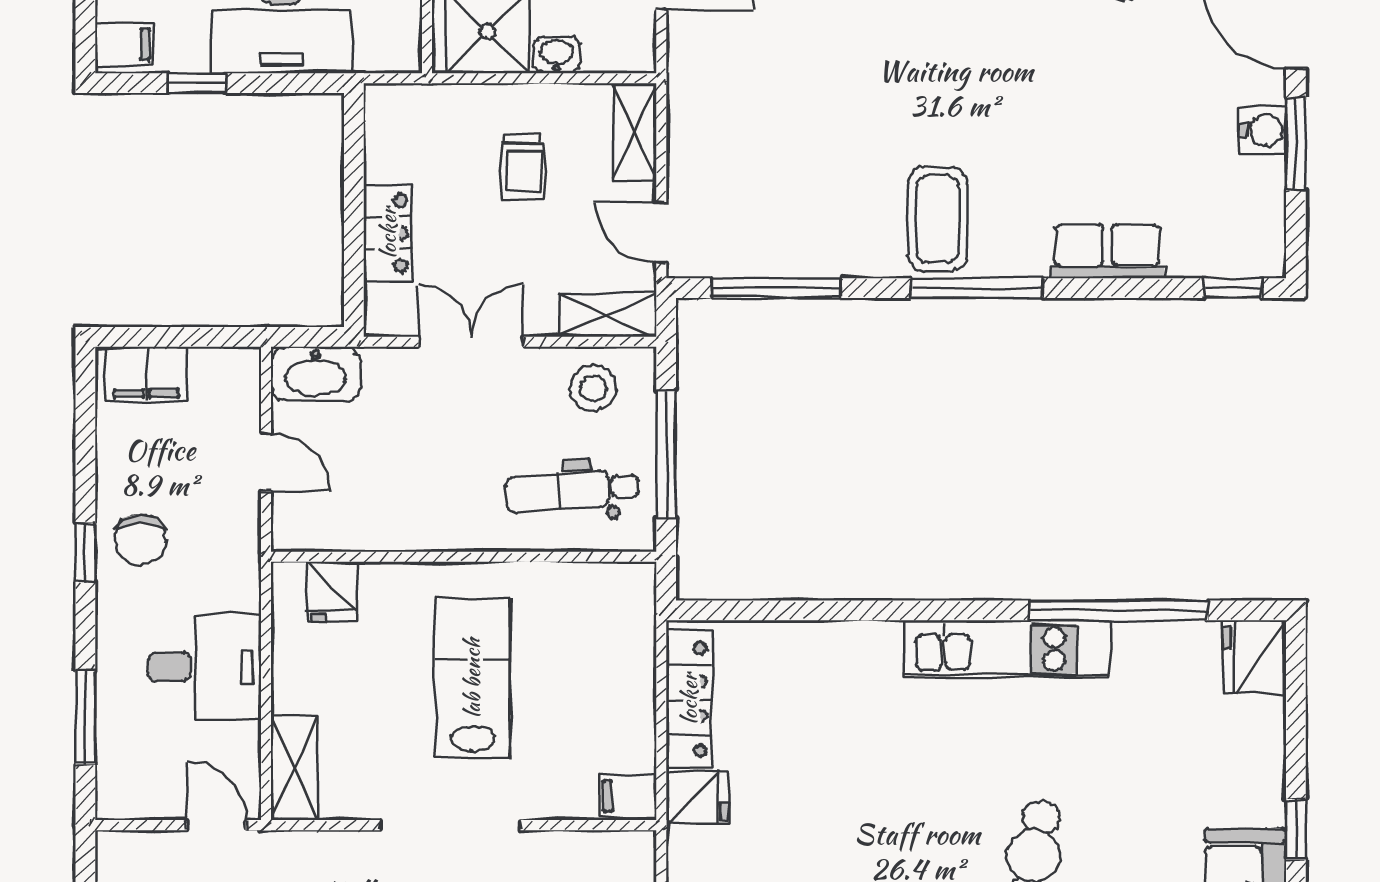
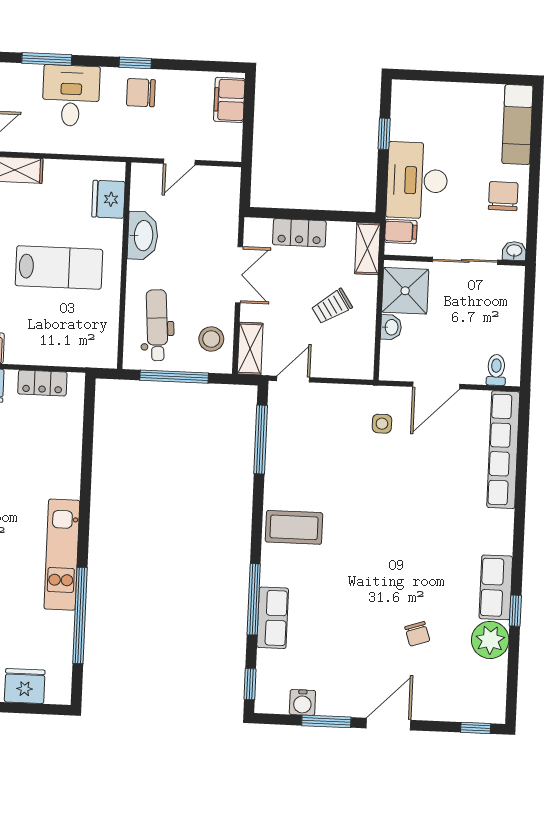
filing cabinet: (124, 44) -> (401, 232), moved, turned -90
side table: (737, 64) -> (382, 424), added
water cooler: (1263, 130) -> (302, 702), moved
shelving: (635, 131) -> (367, 248), moved, turned 90
trolley: (523, 167) -> (332, 306), turned -33
window: (977, 288) -> (254, 599), moved
washbasin: (315, 374) -> (143, 236), moved, turned 180
fridge: (332, 591) -> (108, 199), width x1.38
fridge: (1255, 657) -> (25, 686), moved
desk: (205, 667) -> (71, 96), moved, turned 180
locker: (689, 699) -> (42, 383), width x0.66

